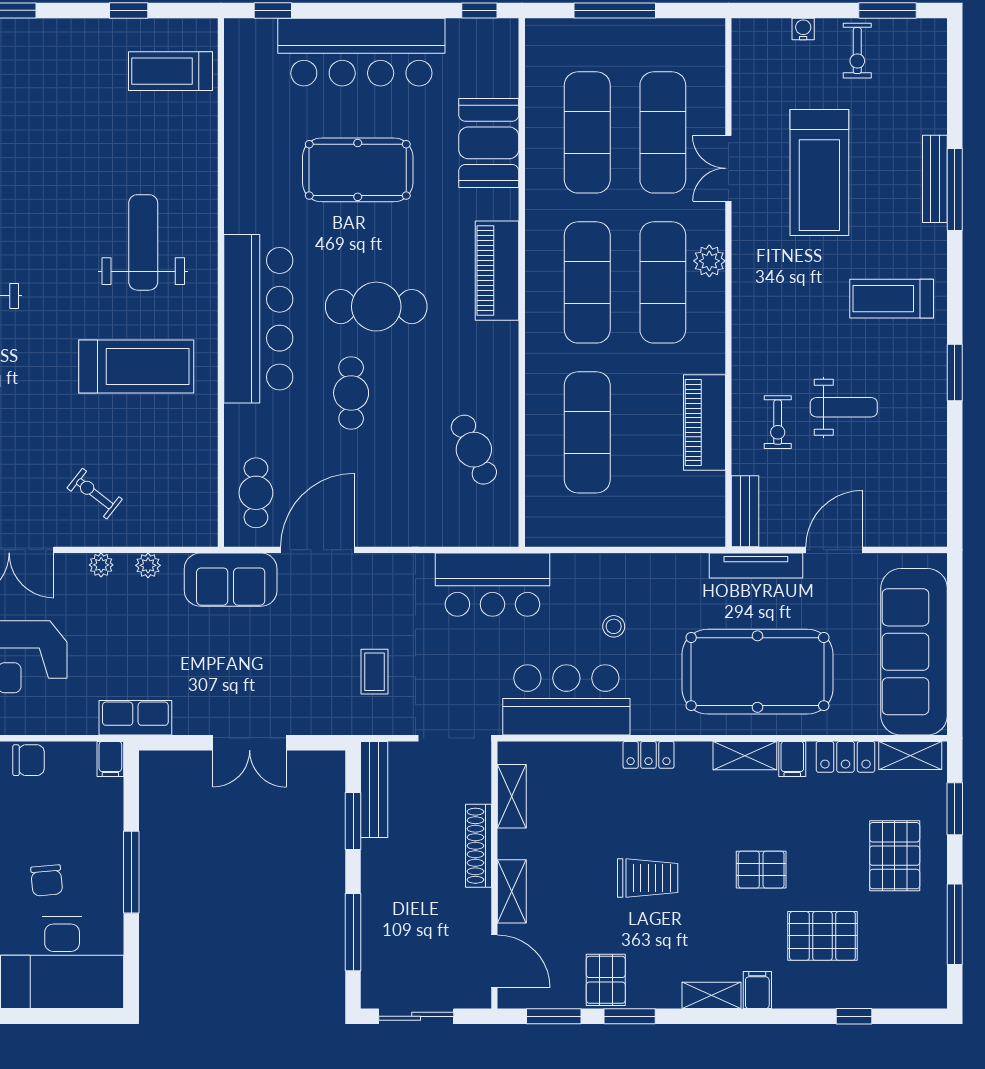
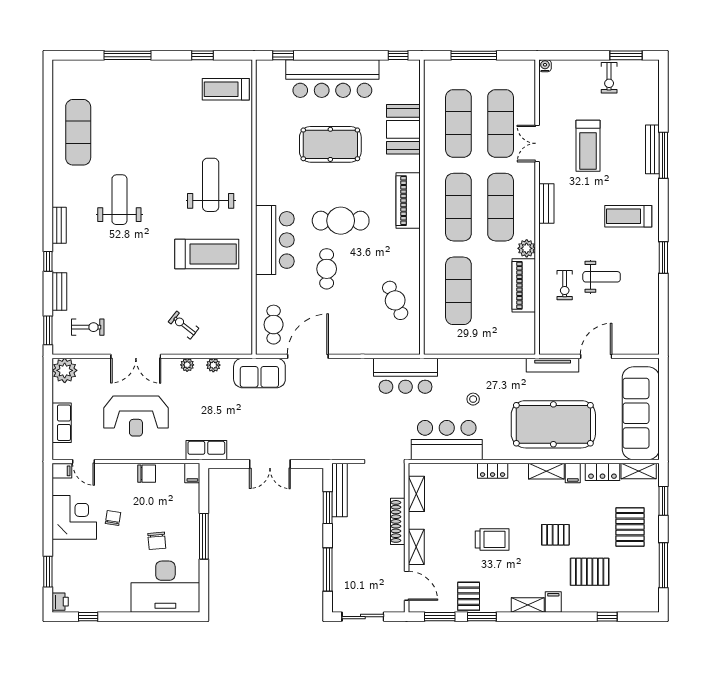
water cooler: (803, 29) -> (545, 66), moved
treadmill: (819, 173) -> (588, 146), width x0.73, depth x0.73
plant: (709, 261) -> (527, 248), moved
bar counter: (258, 319) -> (275, 240), width x0.73
bench: (745, 511) -> (546, 204), moved
coffee table: (375, 672) -> (340, 424), removed

